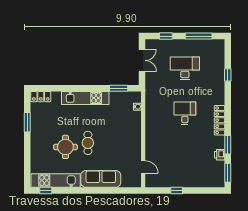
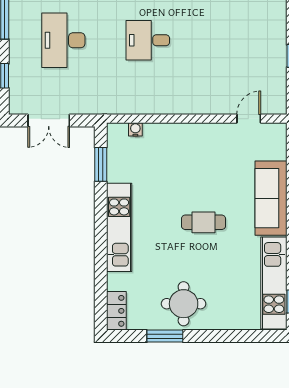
double door: (142, 60) -> (49, 121), swing flipped
round table: (65, 147) -> (184, 304), moved

